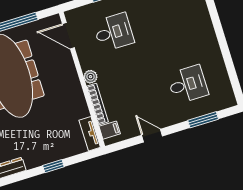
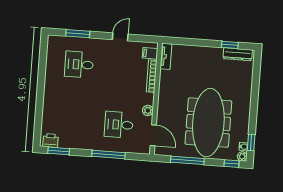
plant: (91, 77) -> (148, 110), moved
door: (152, 136) -> (120, 37), swing flipped
window: (53, 166) -> (230, 45), moved

